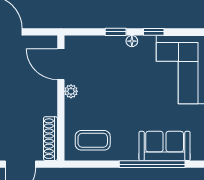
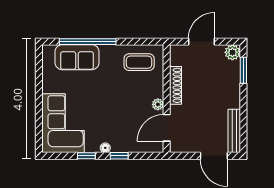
door: (61, 64) -> (167, 128), swing flipped
shoe rack: (50, 139) -> (176, 85), moved

